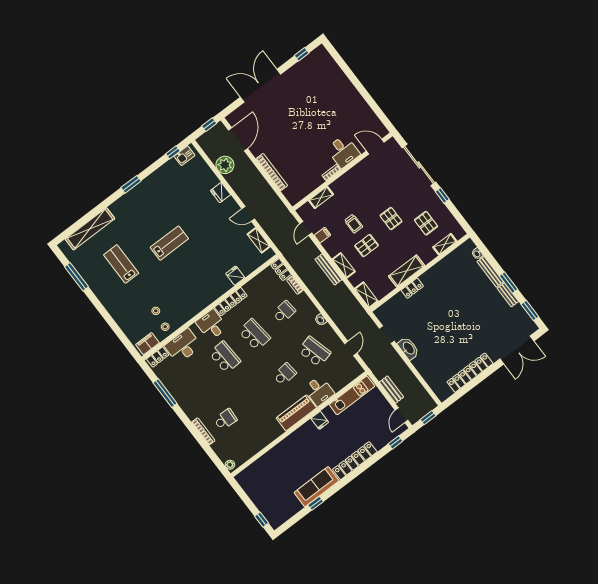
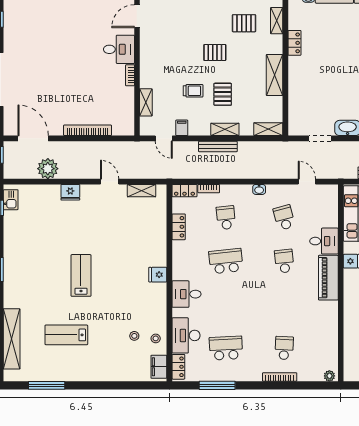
door: (248, 214) -> (110, 182), swing flipped
fridge: (235, 276) -> (158, 275), moved
locker: (412, 288) -> (294, 43), moved
locker: (231, 302) -> (179, 227), moved, width x0.66
school desk: (314, 352) -> (284, 218), width x0.54
school desk: (225, 357) -> (226, 348), moved

